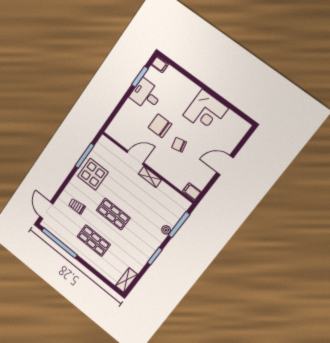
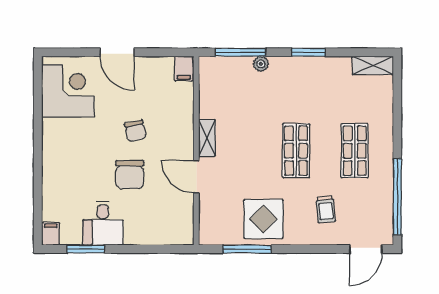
corner desk: (206, 112) -> (68, 91), moved

